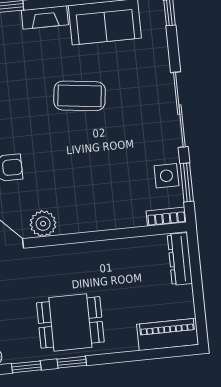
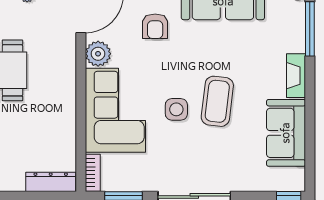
side table: (166, 176) -> (176, 109), moved
corner sofa: (99, 200) -> (115, 110), added

